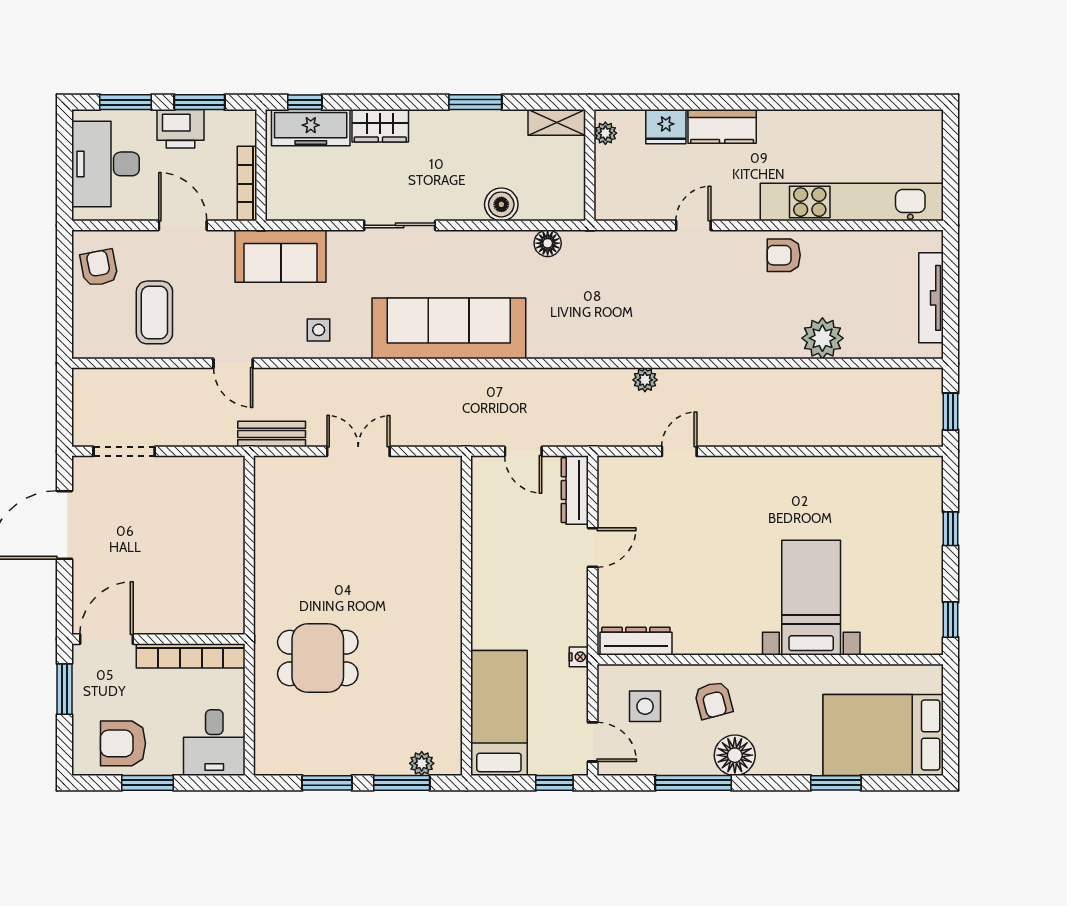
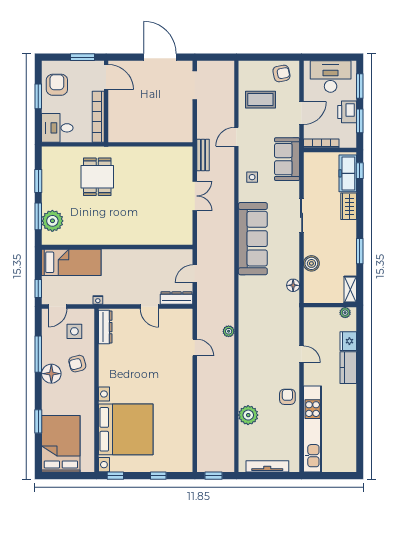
bed with nightstands: (811, 598) -> (126, 429), width x1.85
plant: (422, 763) -> (52, 221), width x1.87, depth x1.87

